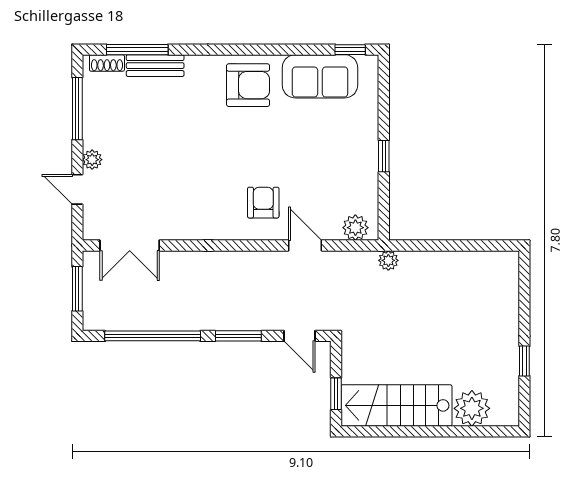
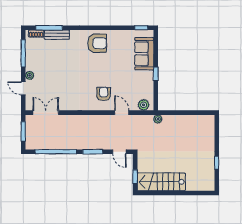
sofa: (320, 76) -> (144, 54), moved, turned 90
double door: (130, 245) -> (46, 113), swing flipped
plant: (472, 408) -> (194, 183), removed

